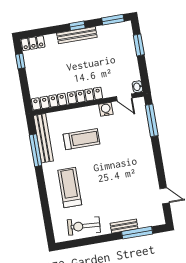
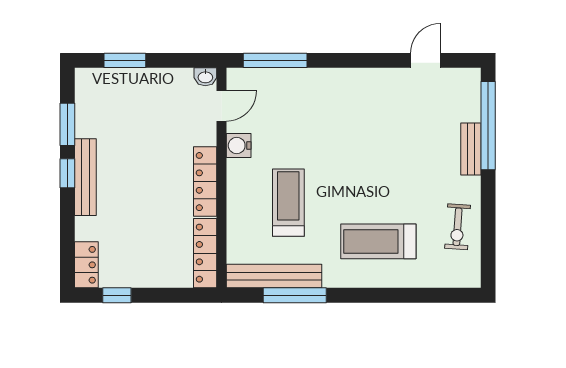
window: (113, 20) -> (67, 124), moved
exercise bike: (84, 226) -> (458, 227), width x0.73, depth x0.72
window: (137, 233) -> (488, 126), width x1.46

